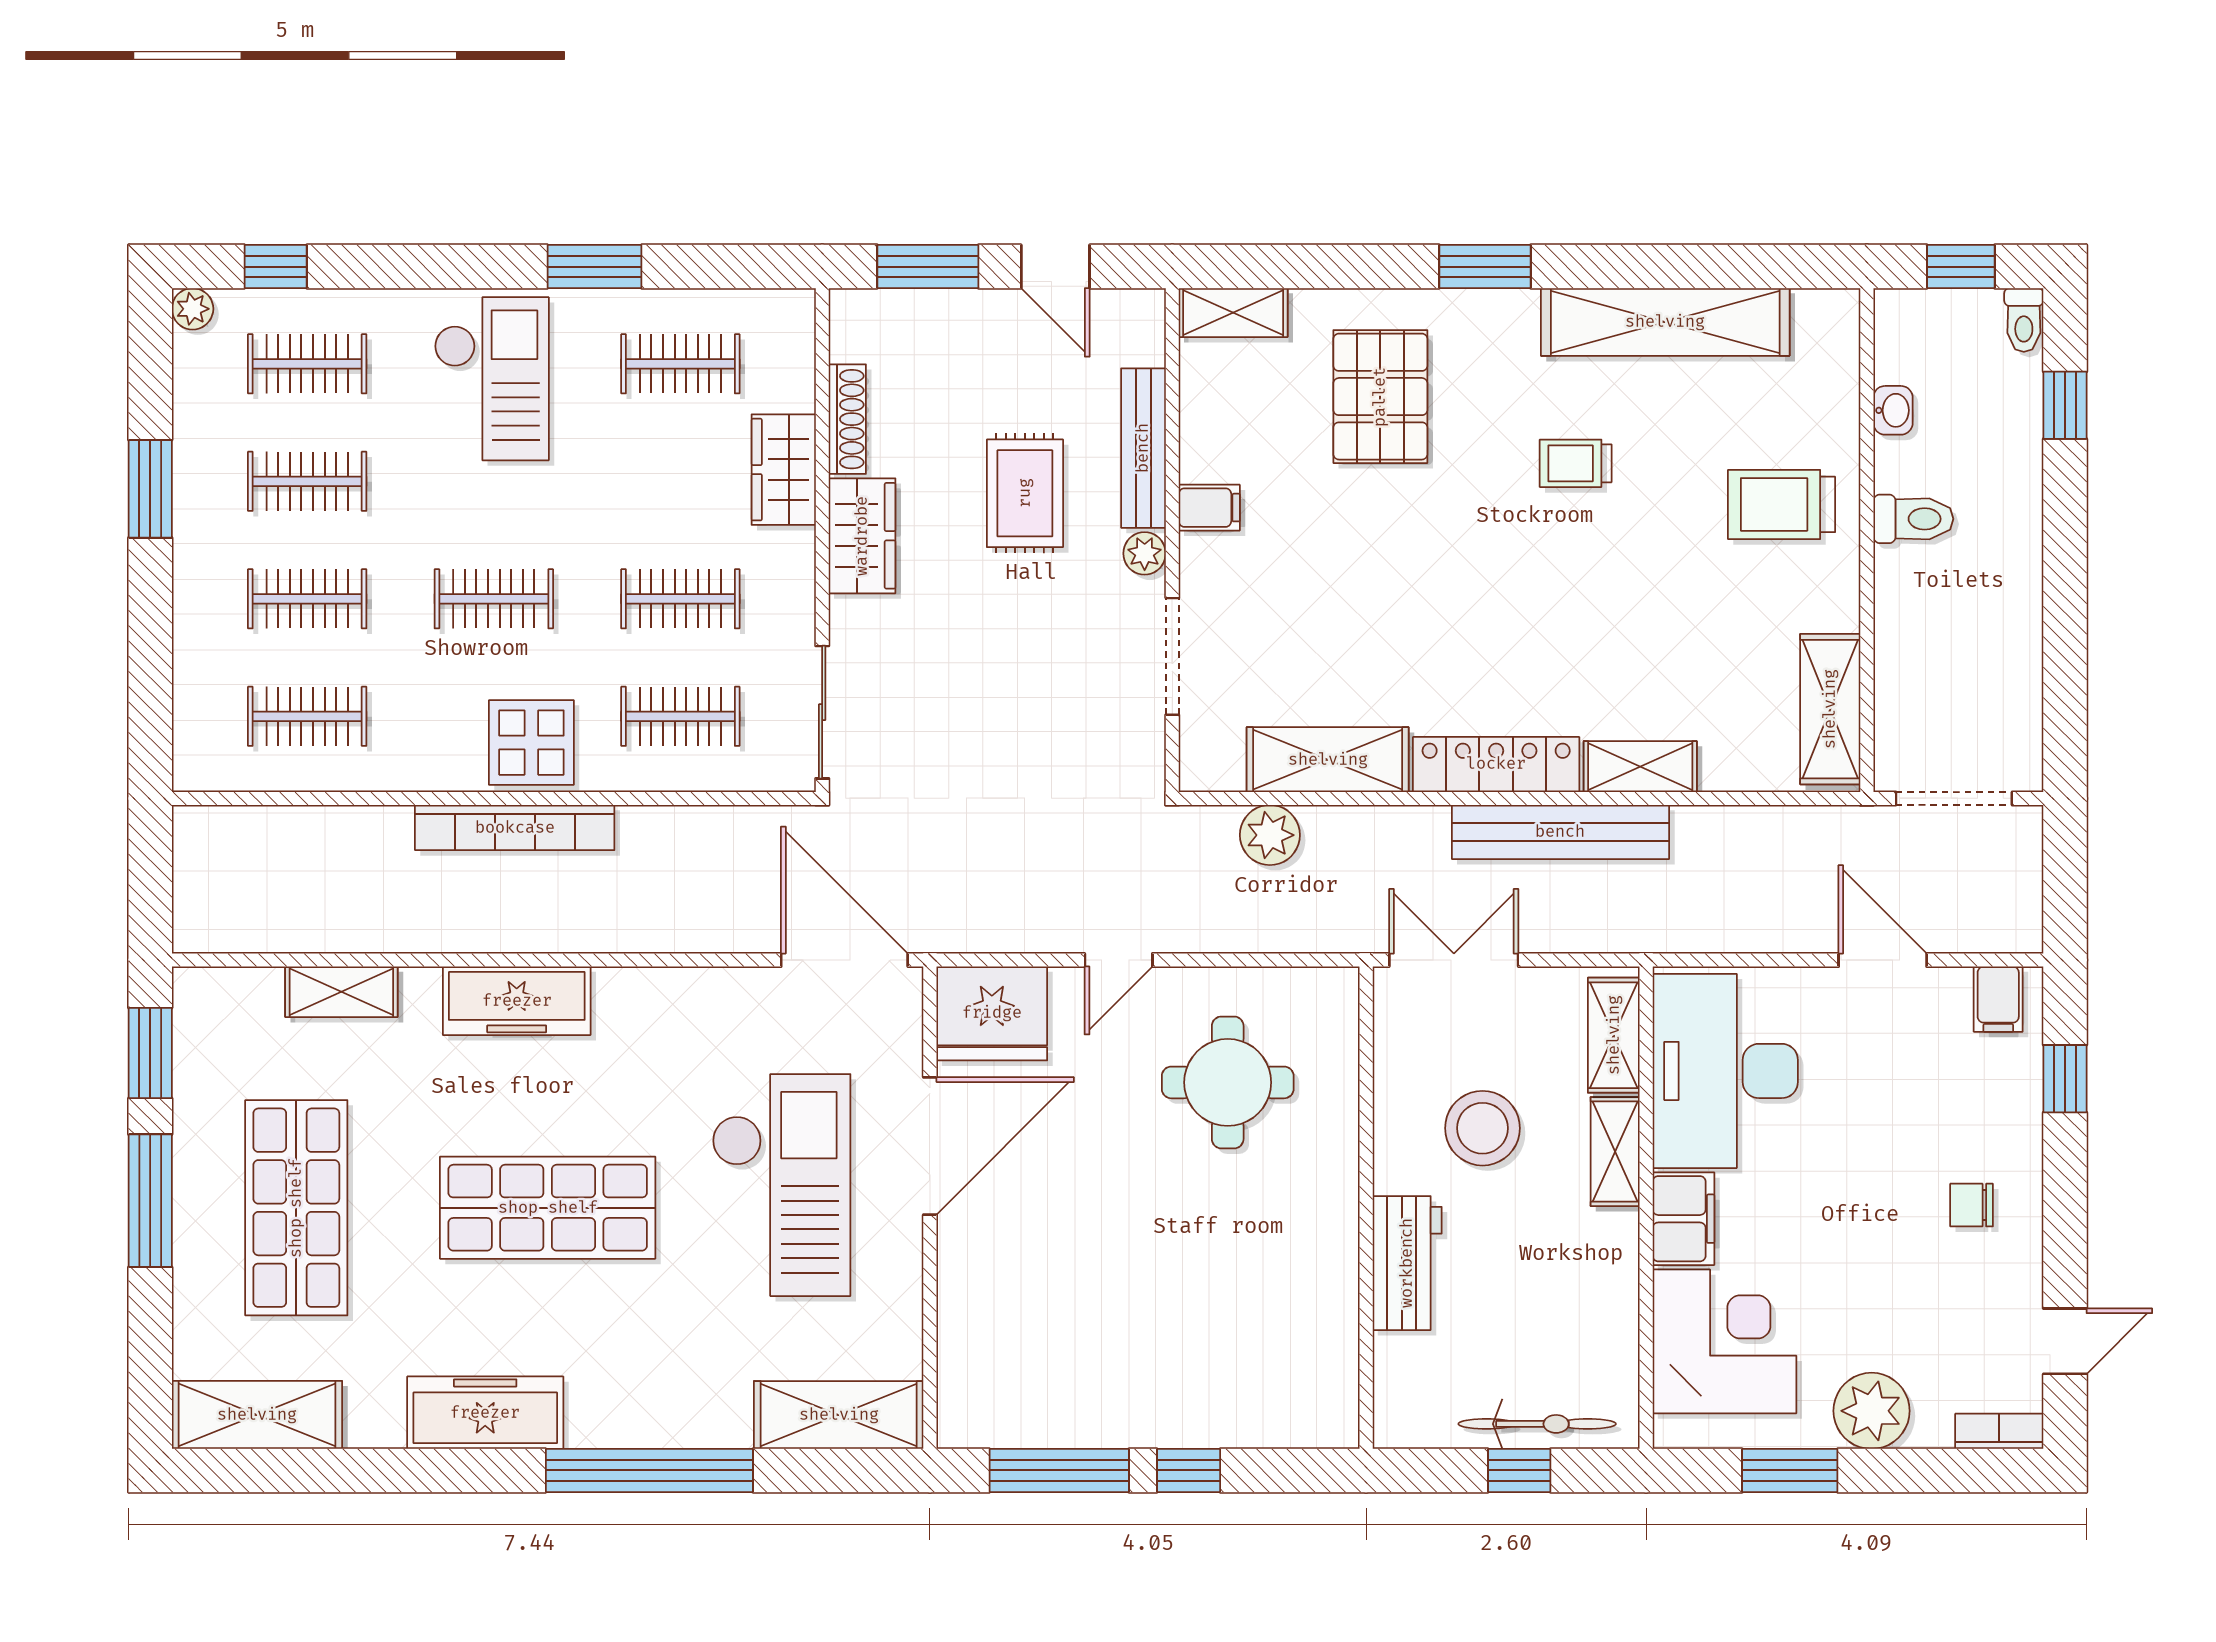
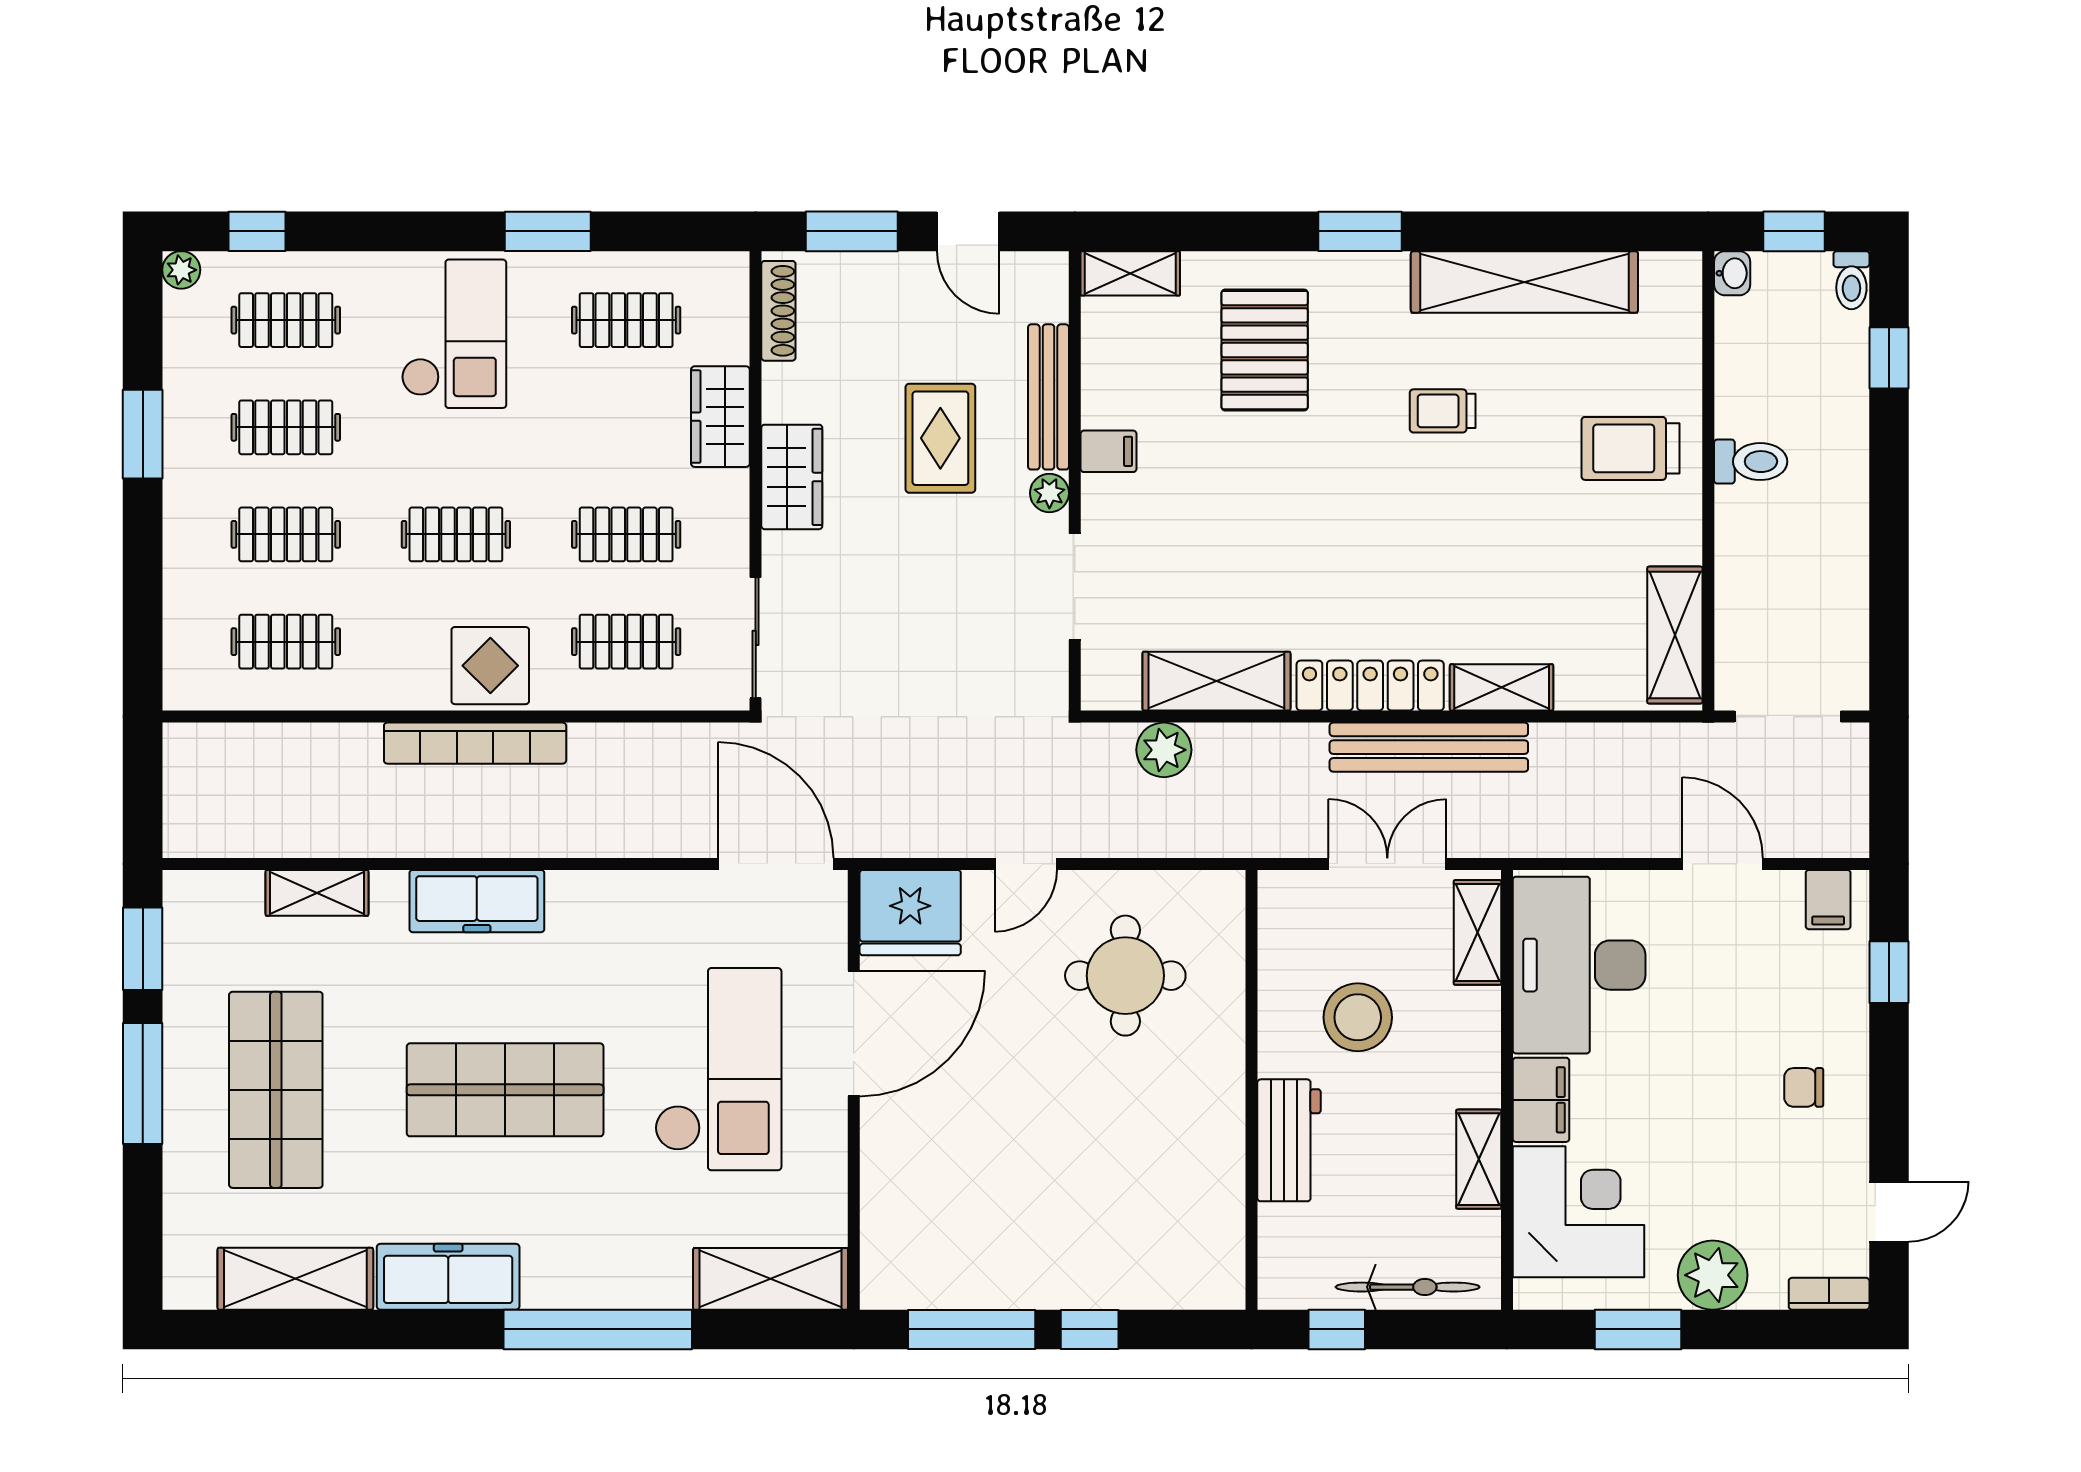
washbasin: (1893, 410) -> (1732, 273), moved
shoe rack: (847, 419) -> (778, 311), moved
double door: (1454, 960) -> (1387, 864), moved
shelving: (1615, 1152) -> (1479, 1159), moved
shelving: (257, 1415) -> (295, 1279), moved
window: (1519, 1470) -> (1337, 1329), moved

